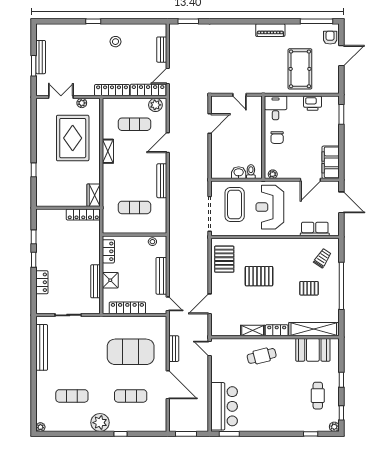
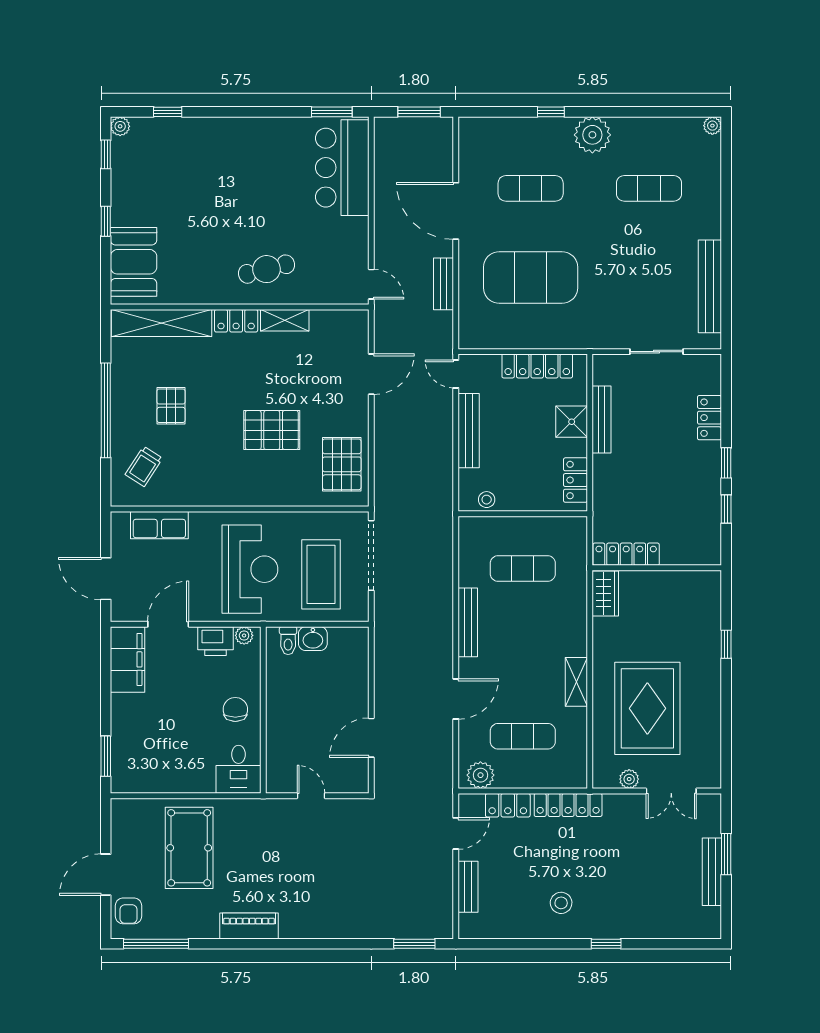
locker: (148, 90) -> (508, 805), width x0.66
printer: (313, 103) -> (216, 641), moved, turned 180
pallet: (309, 288) -> (171, 406), turned 90
booth: (313, 350) -> (134, 262), moved, turned 90
cafe table: (318, 396) -> (153, 189), removed

